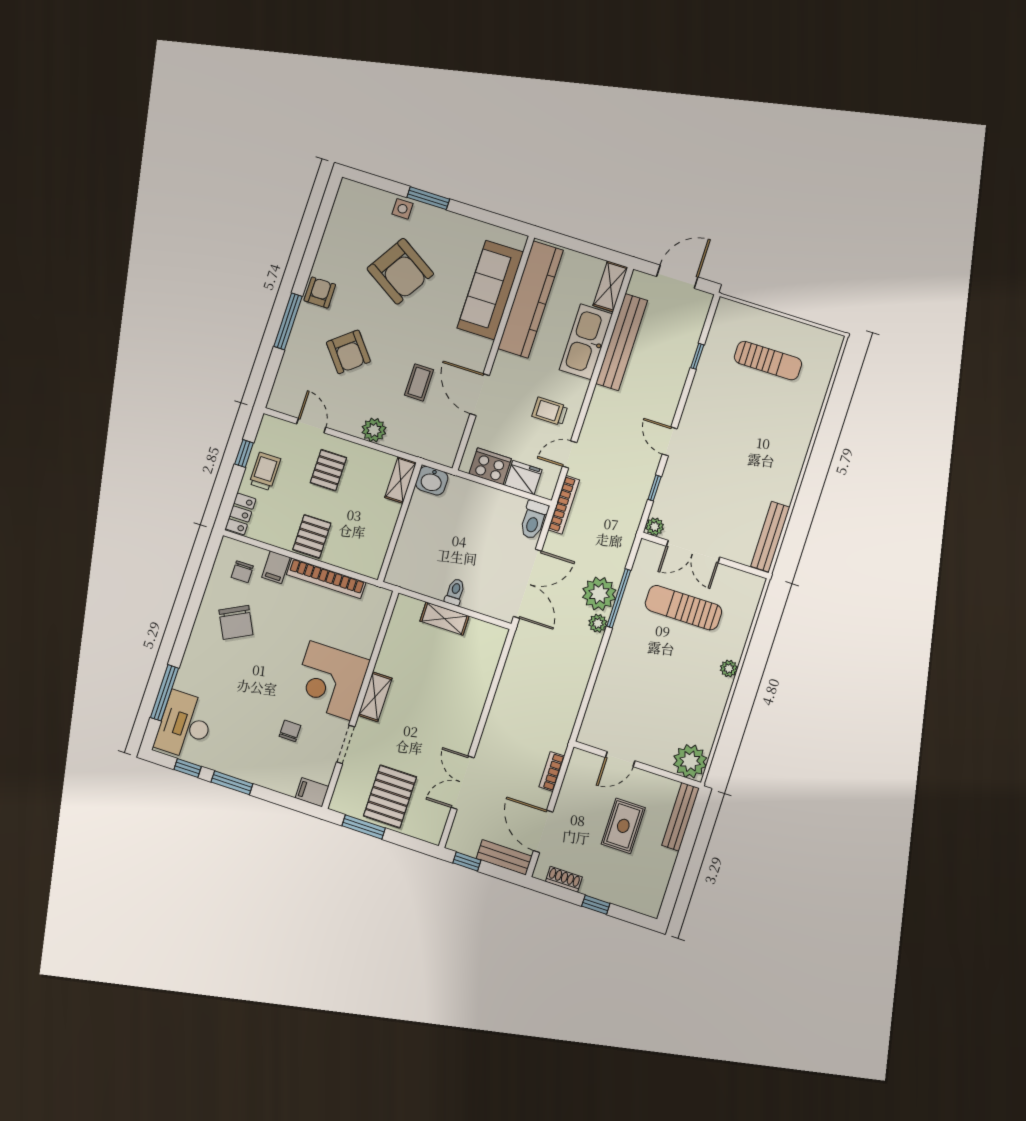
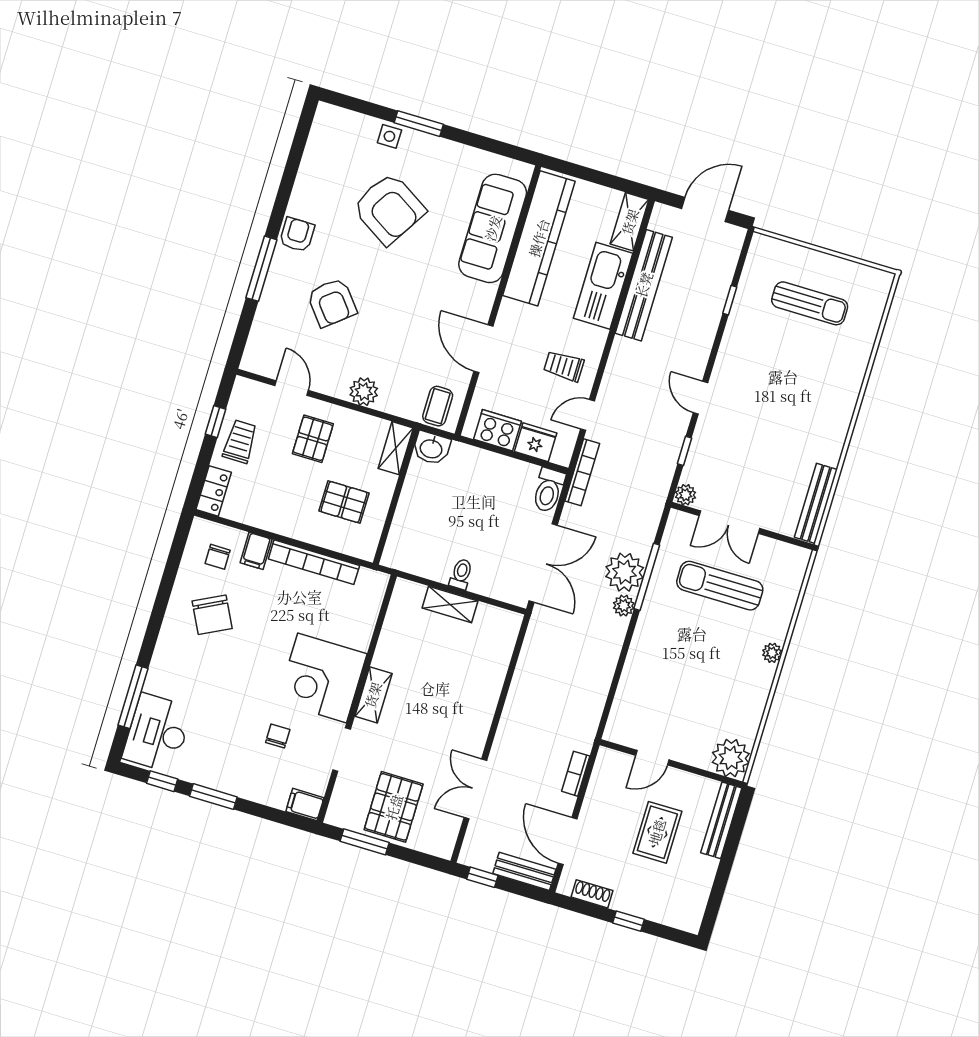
coffee table: (419, 382) -> (438, 406), moved
pallet: (312, 536) -> (344, 502), moved, turned 90

